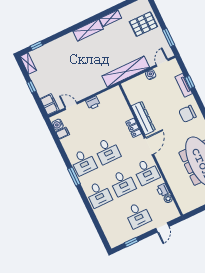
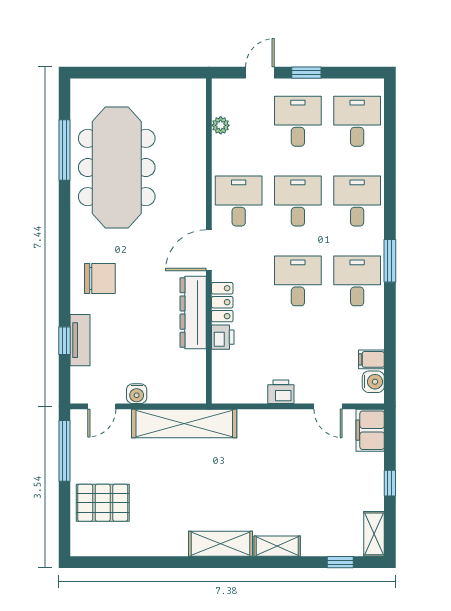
shelving: (110, 18) -> (277, 546), moved
window: (169, 38) -> (65, 451), width x1.44
printer: (163, 190) -> (223, 337), moved
desk: (114, 226) -> (357, 121), added
window: (131, 242) -> (306, 73), moved

